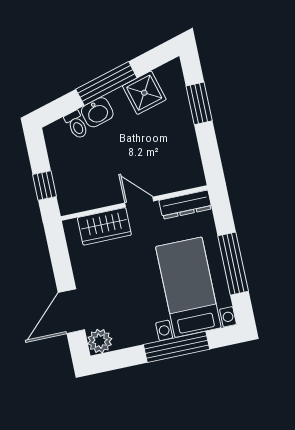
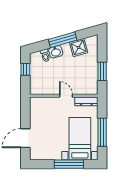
window: (199, 103) -> (102, 71), moved
window: (45, 186) -> (25, 69), moved
wardrobe: (104, 226) -> (48, 103), removed
plant: (100, 341) -> (35, 154), removed

